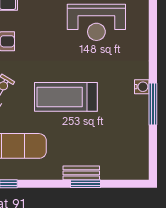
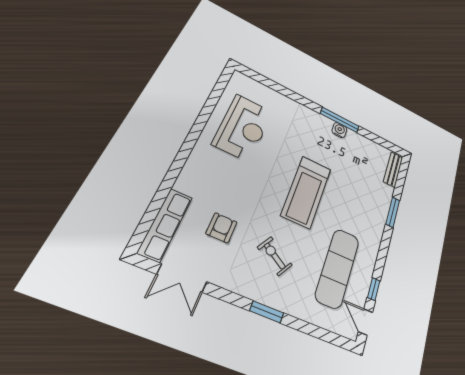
water cooler: (142, 87) -> (339, 130), moved
bench: (81, 173) -> (393, 170), moved

